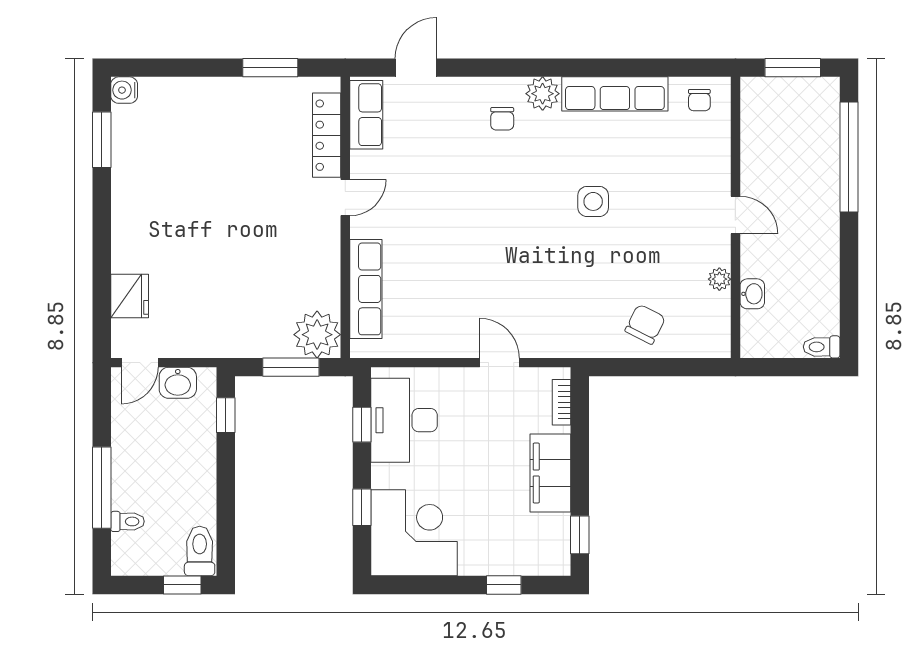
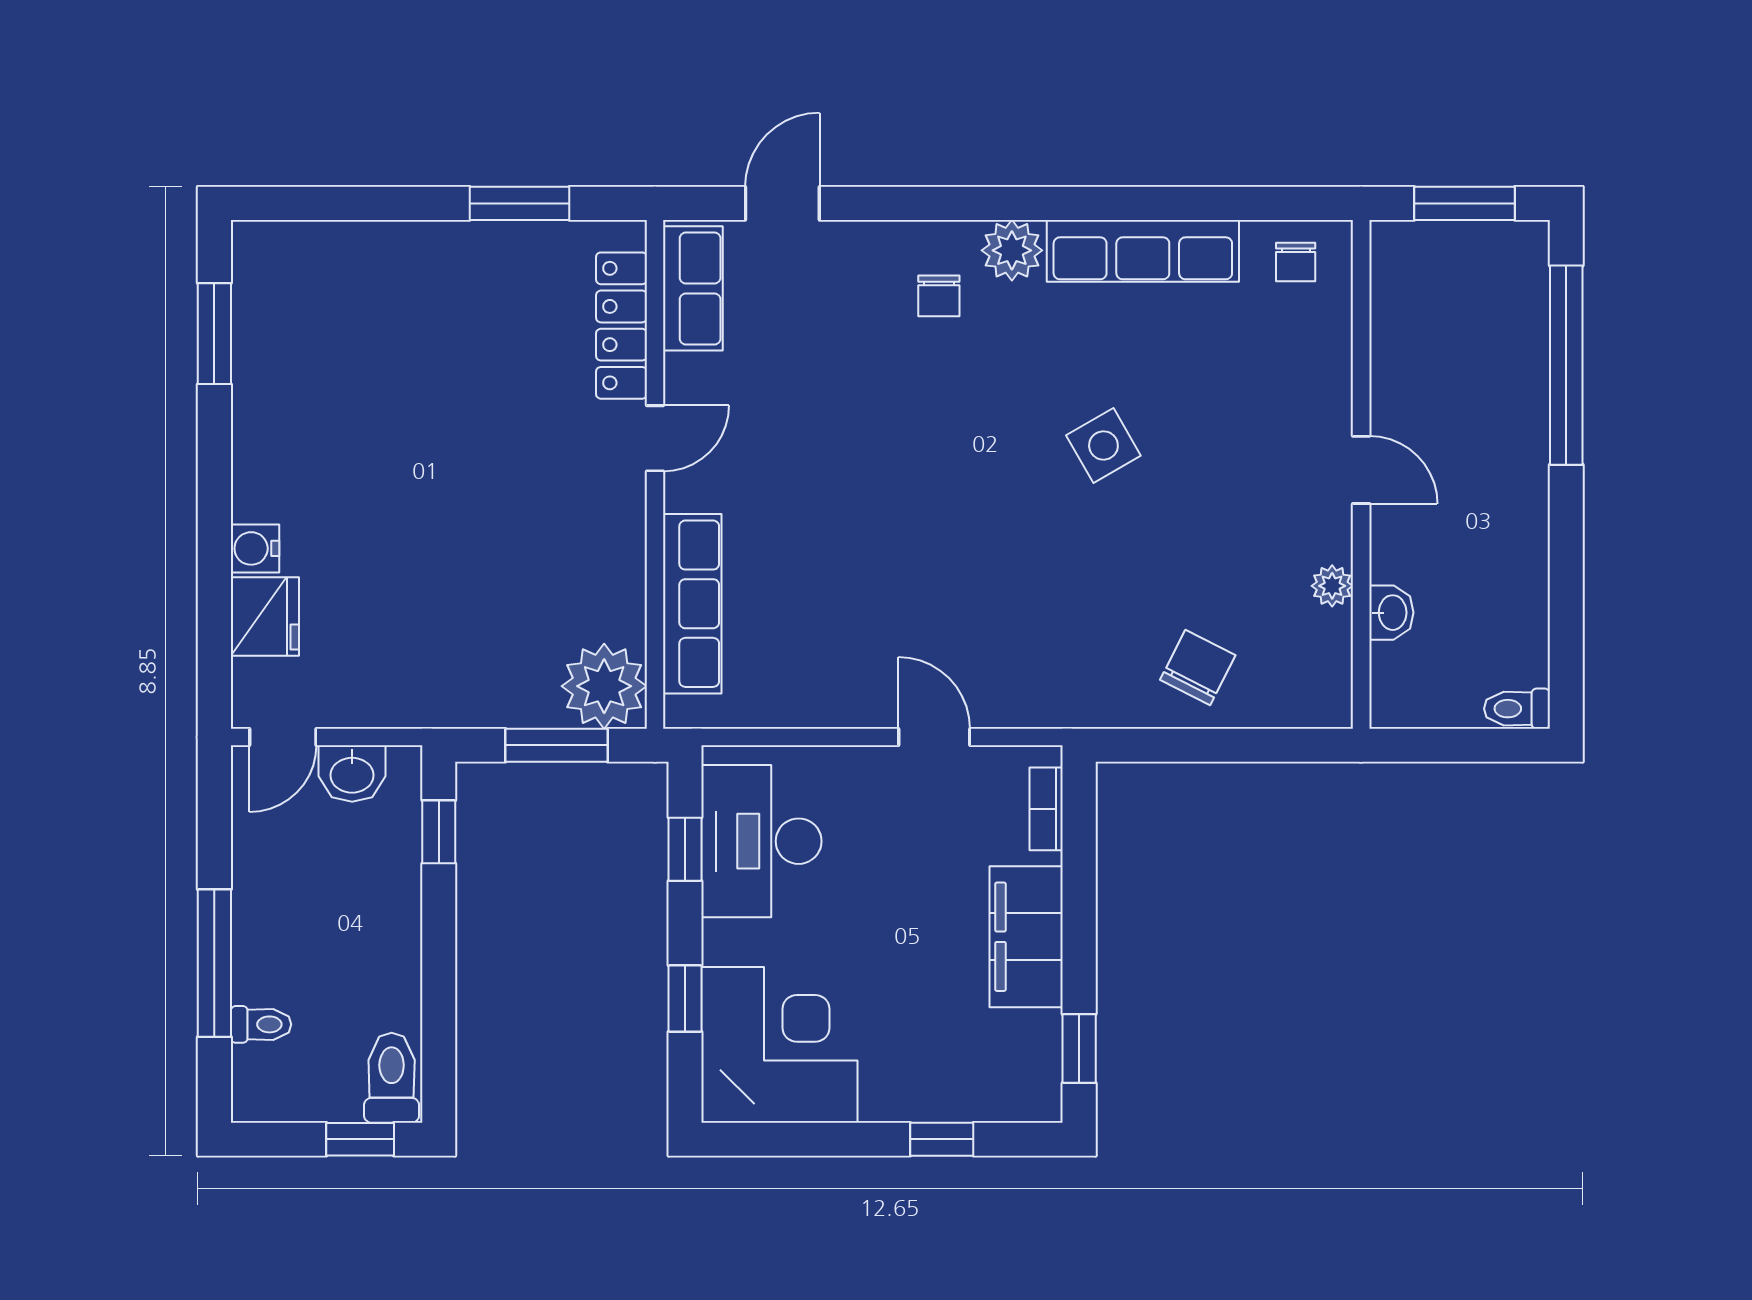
water cooler: (124, 90) -> (255, 548), moved
side table: (593, 201) -> (1103, 445), turned -30

